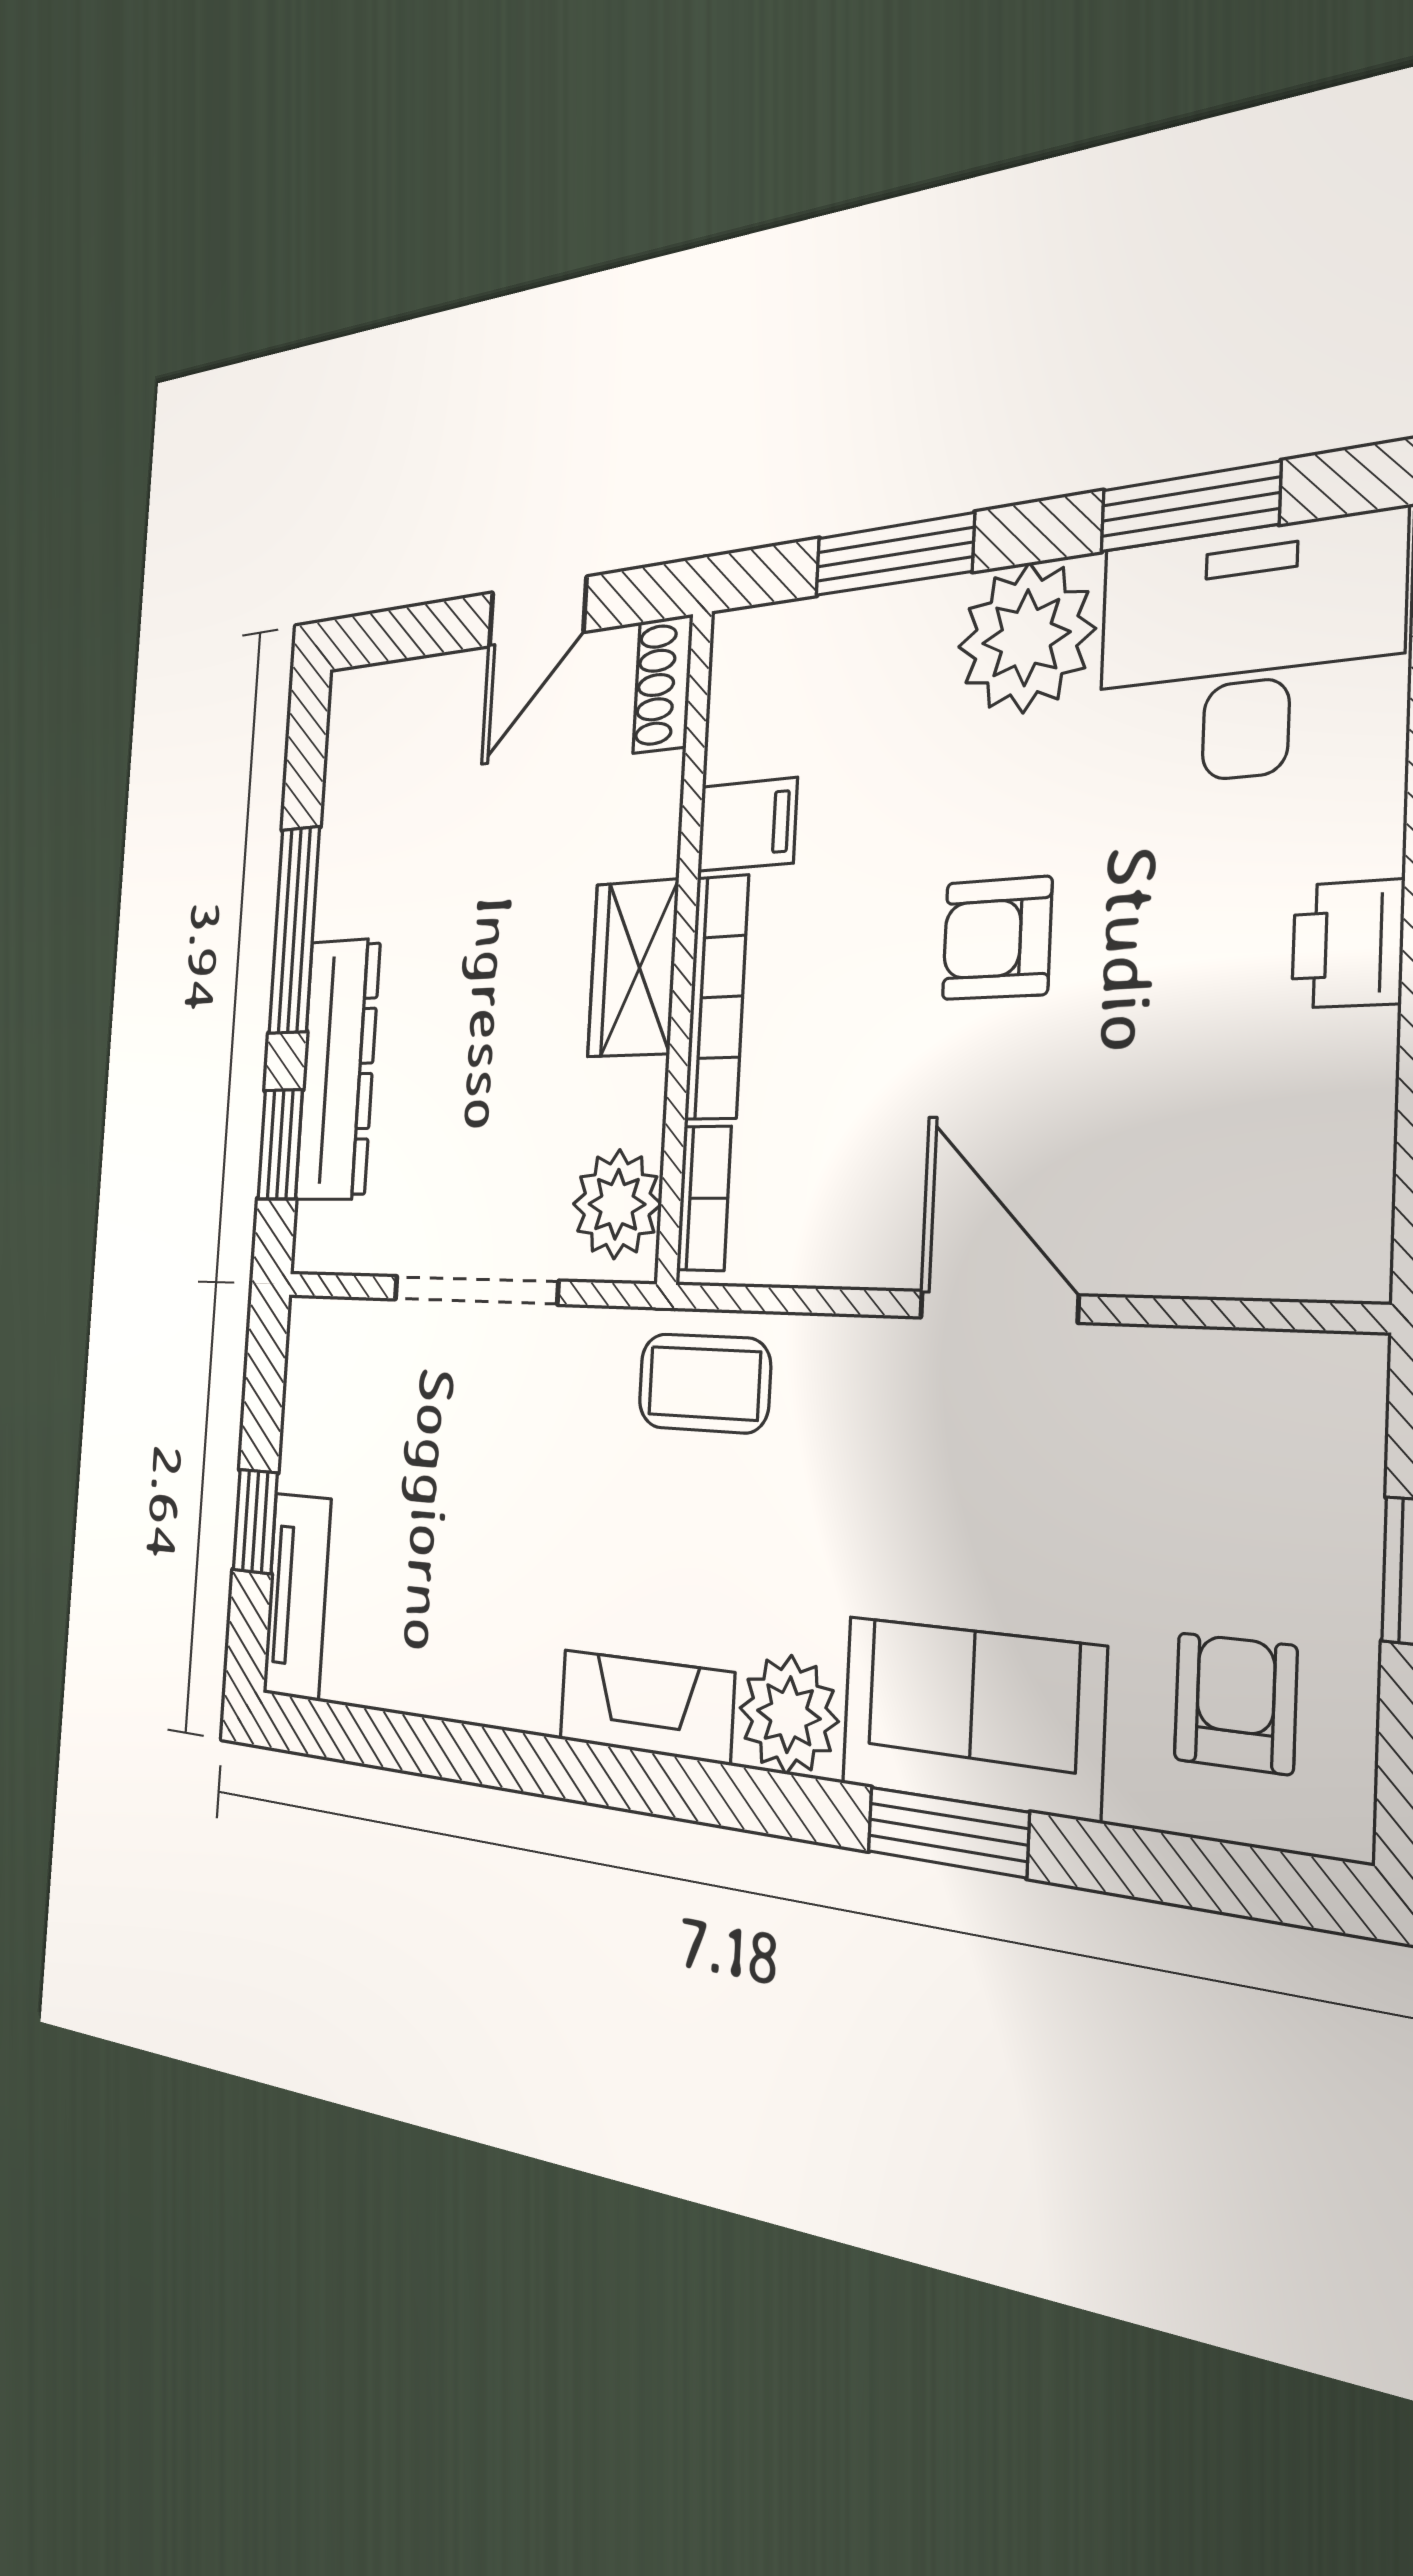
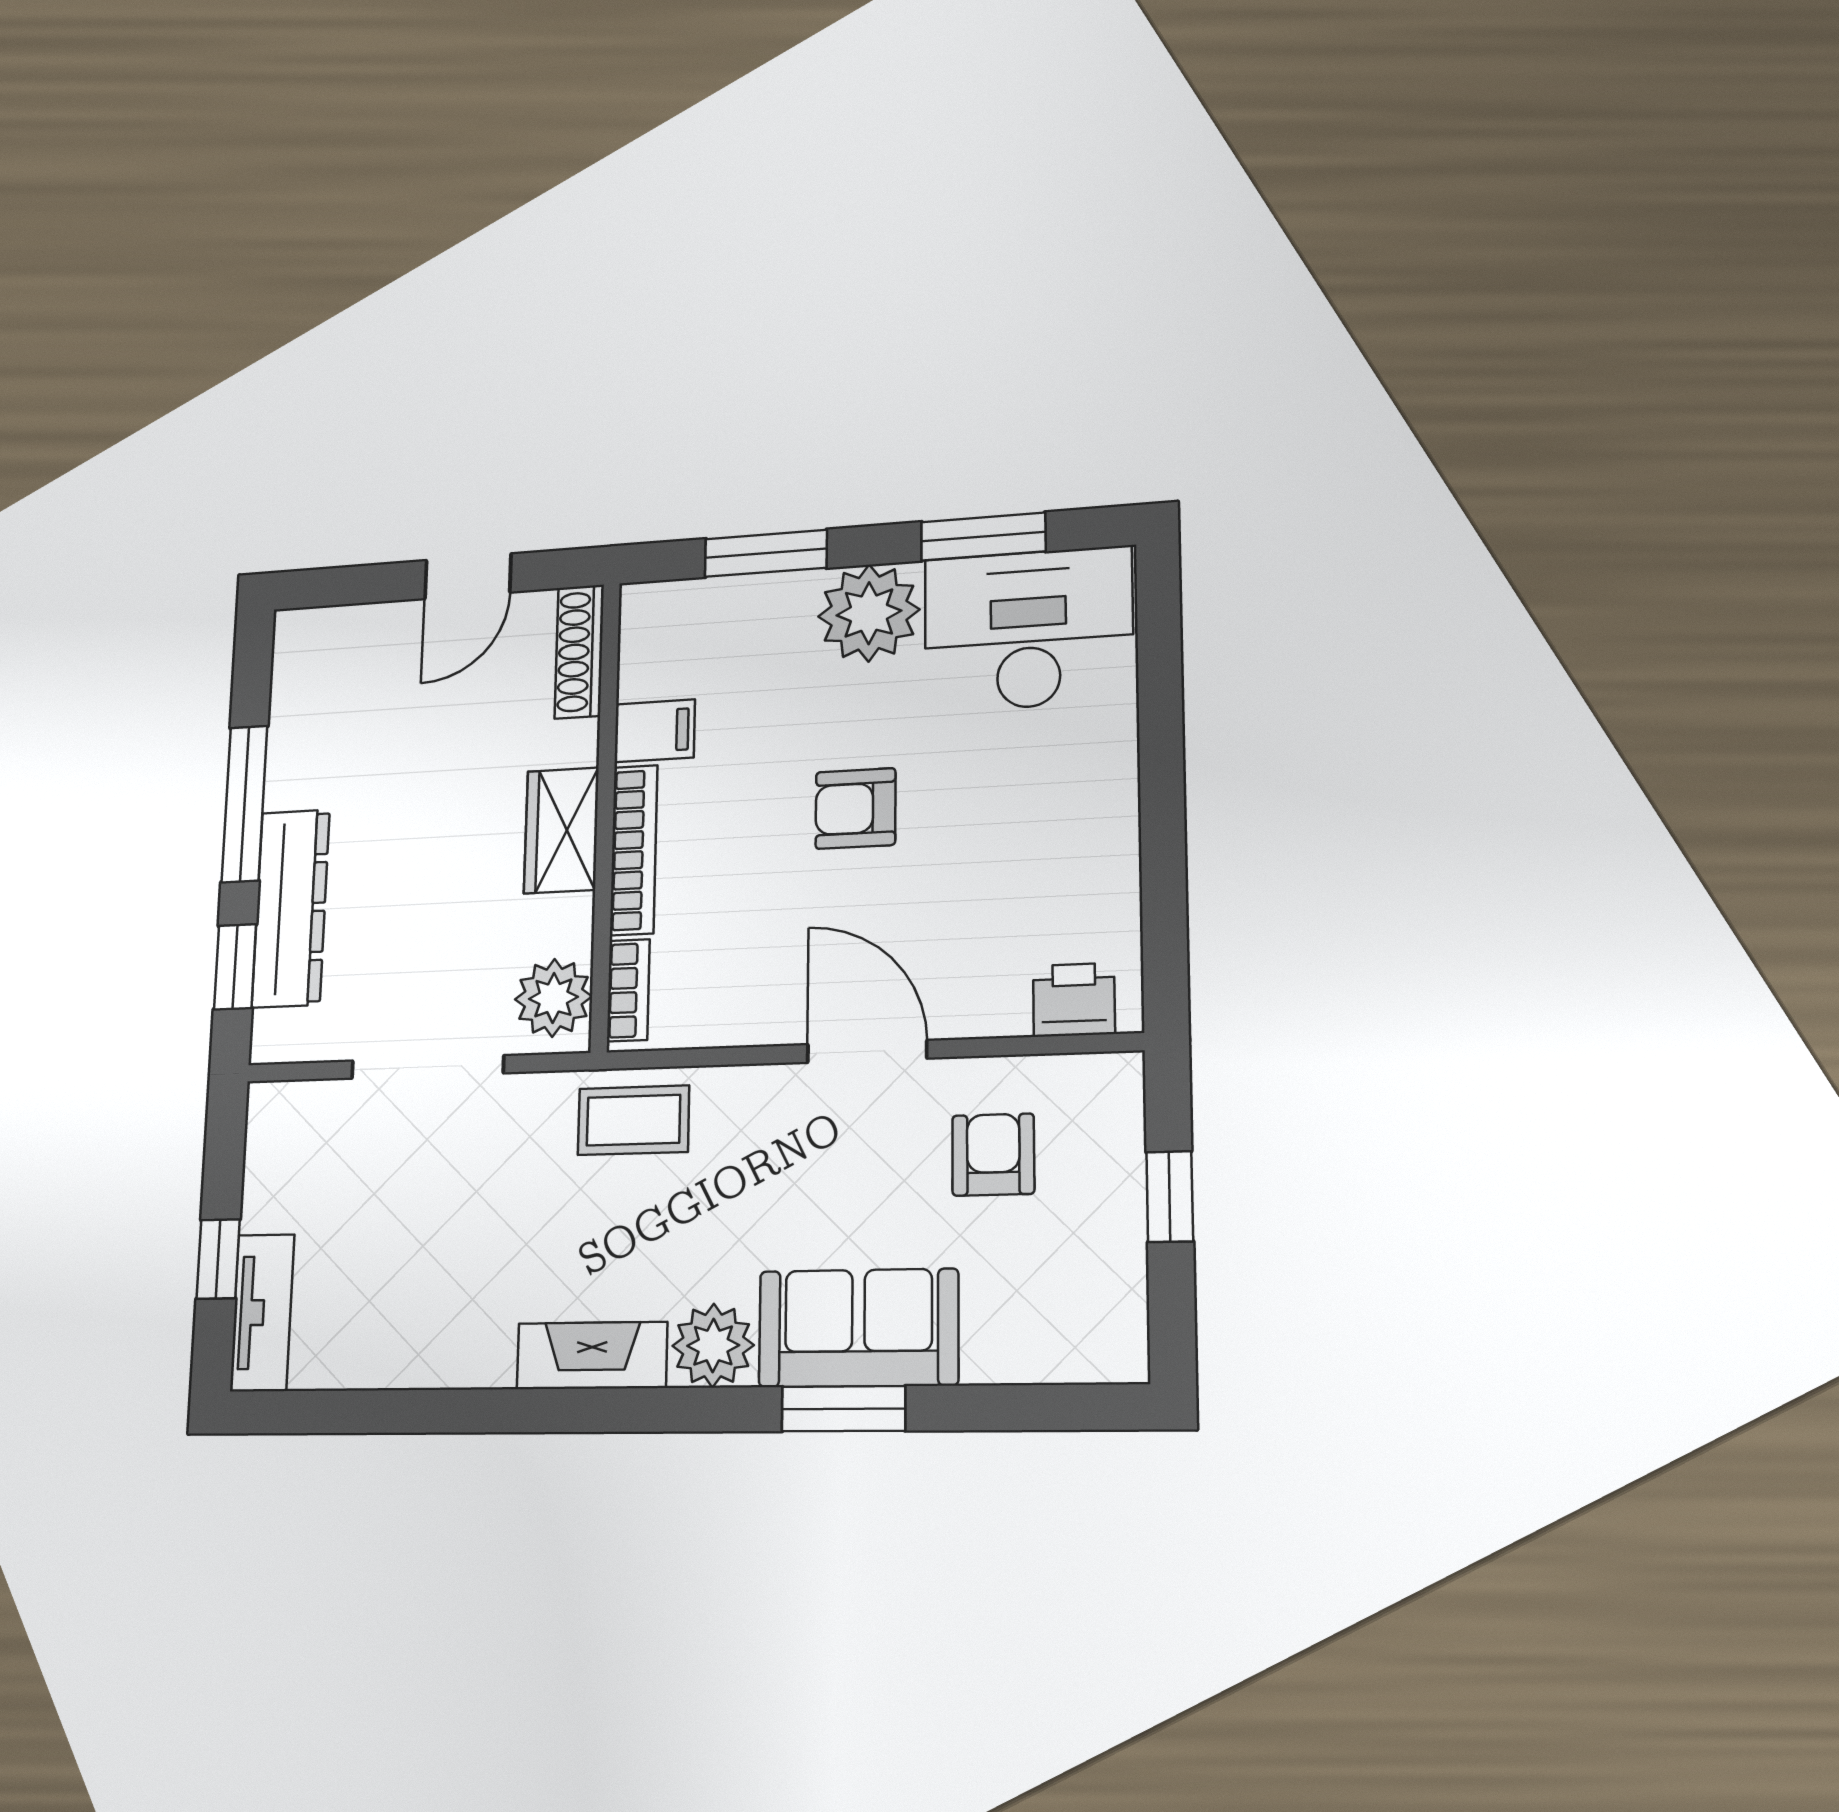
shoe rack: (663, 684) -> (579, 652), width x1.43
printer: (1348, 944) -> (1074, 1000), moved, turned 90
armchair: (1235, 1703) -> (993, 1155), moved

